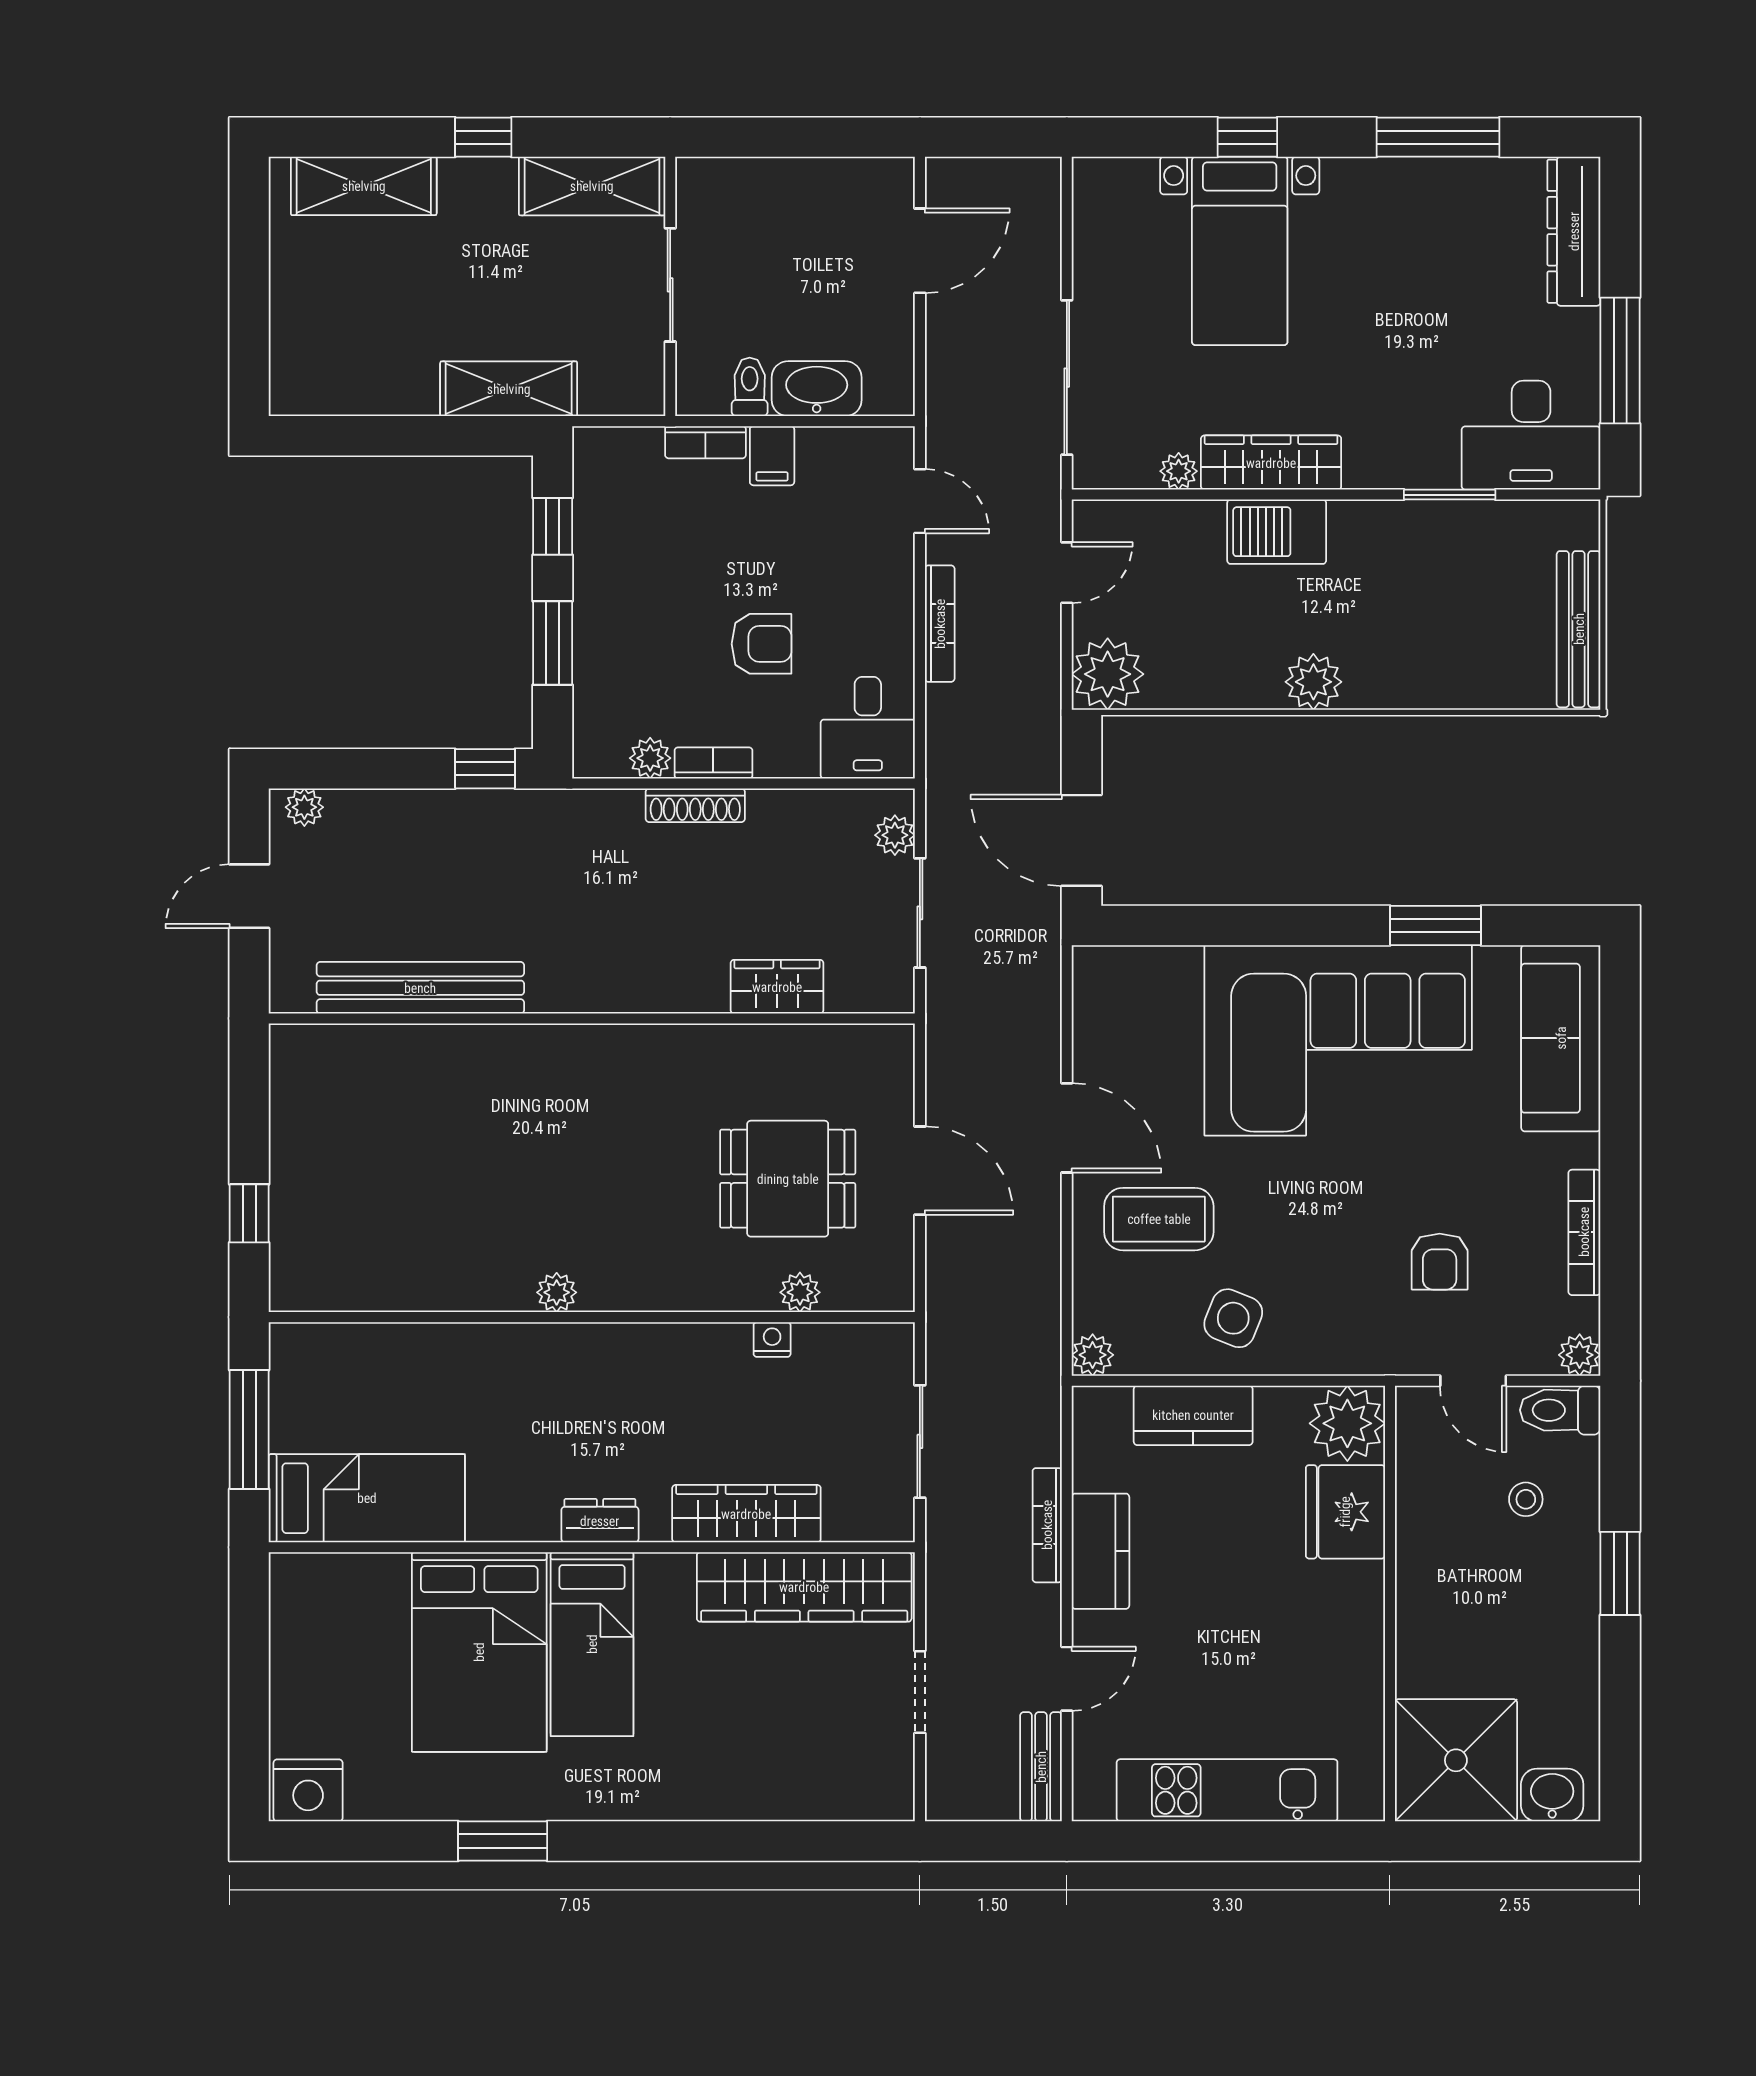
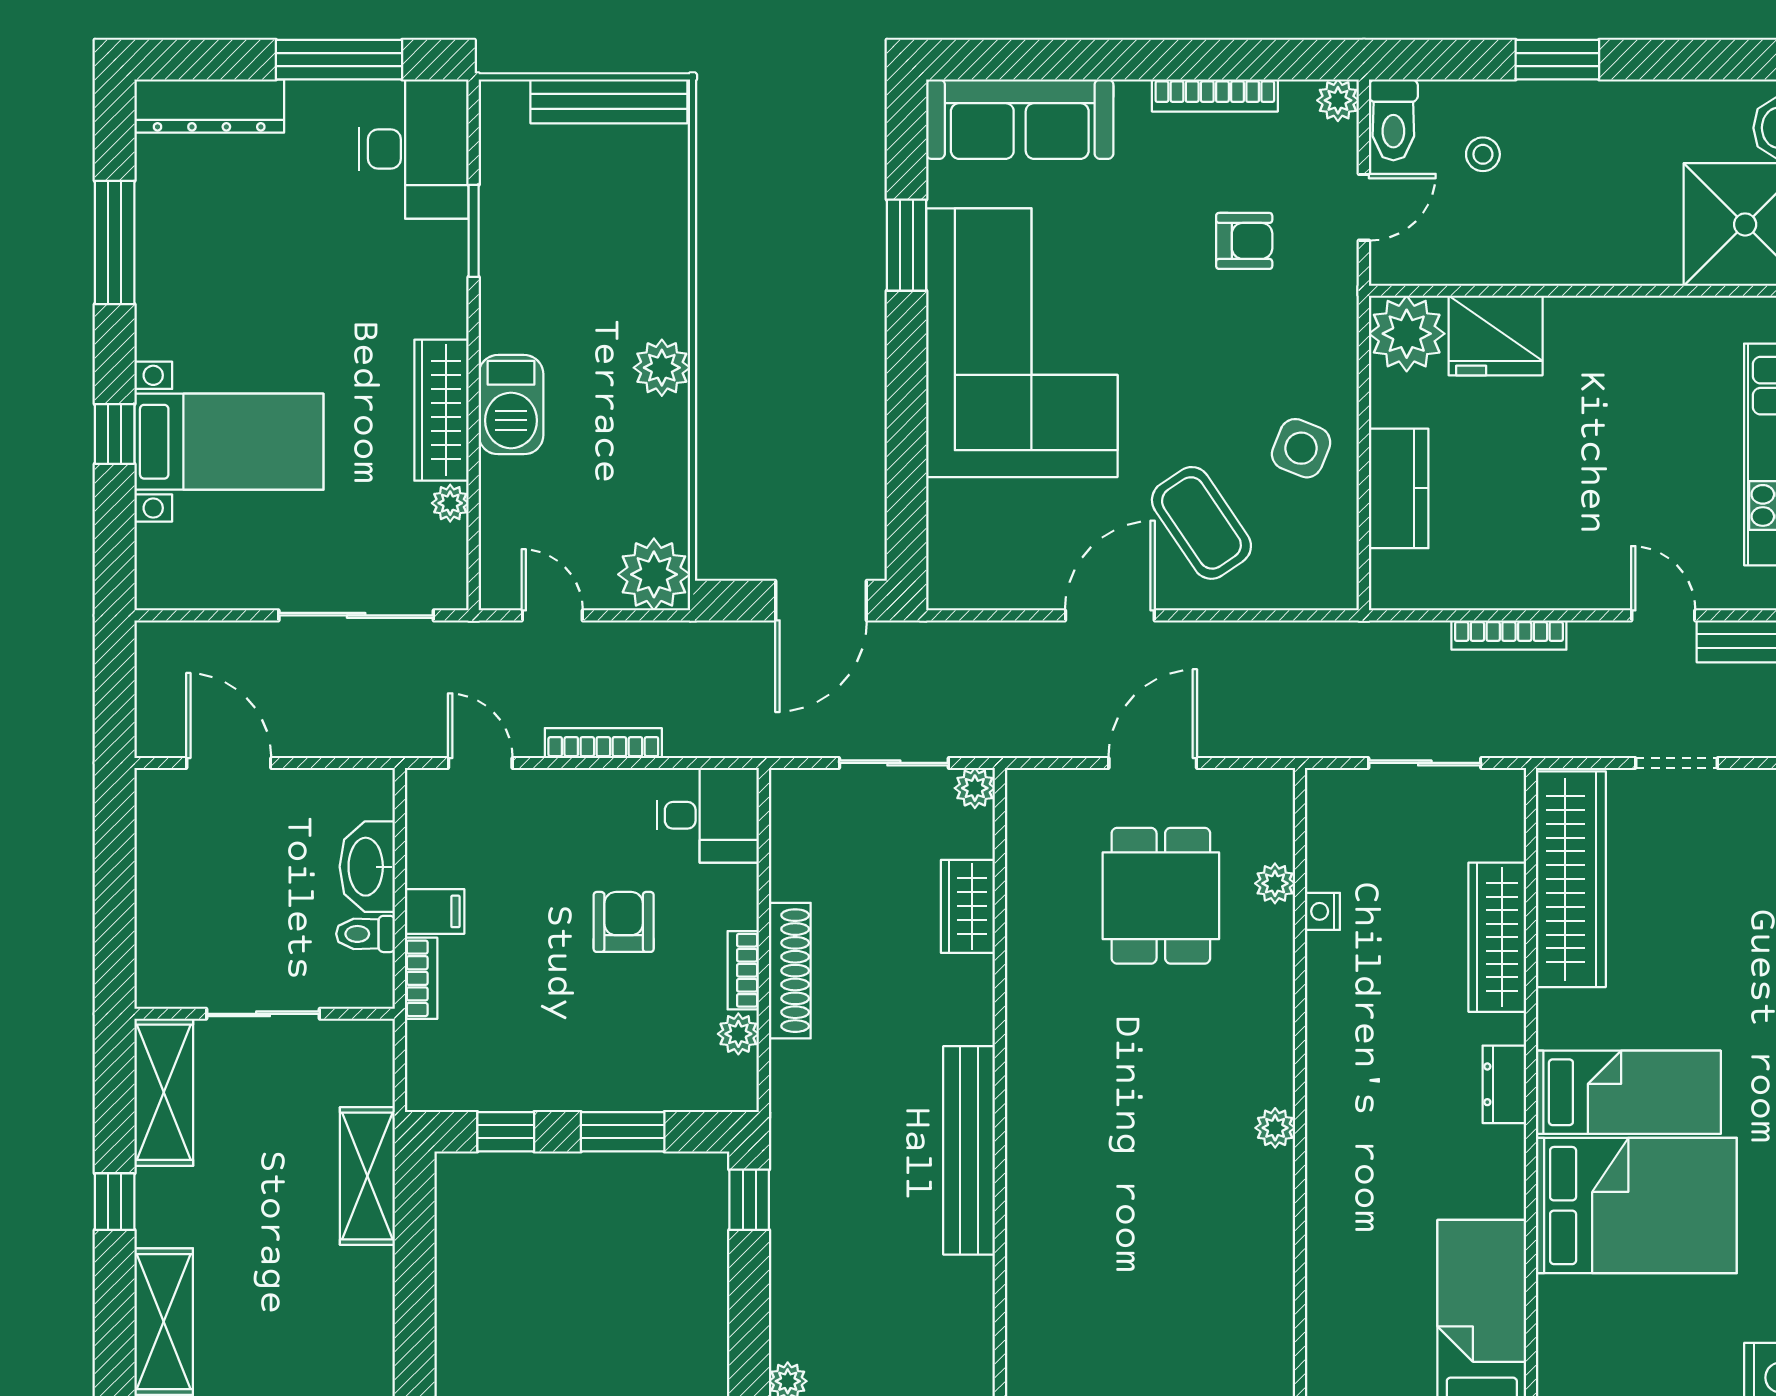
door: (920, 501) -> (480, 763), hinge flipped
shoe rack: (695, 805) -> (790, 971), width x1.36, depth x1.24
plant: (895, 835) -> (975, 788), moved
bench: (420, 988) -> (969, 1150), moved
coffee table: (1159, 1219) -> (1201, 523), turned -34
plant: (1093, 1355) -> (1338, 589), removed
kitchen counter: (1100, 1551) -> (1535, 582), removed

